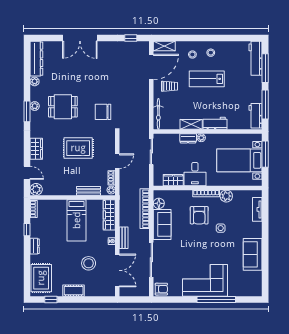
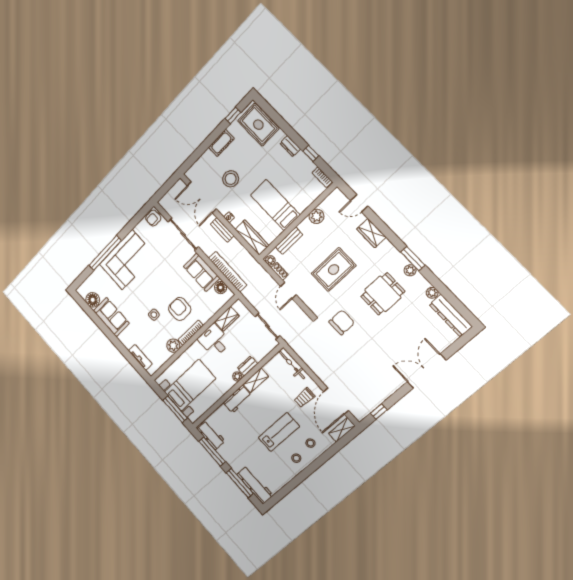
plant: (36, 189) -> (317, 216), moved
floor lamp: (255, 278) -> (93, 300), added

